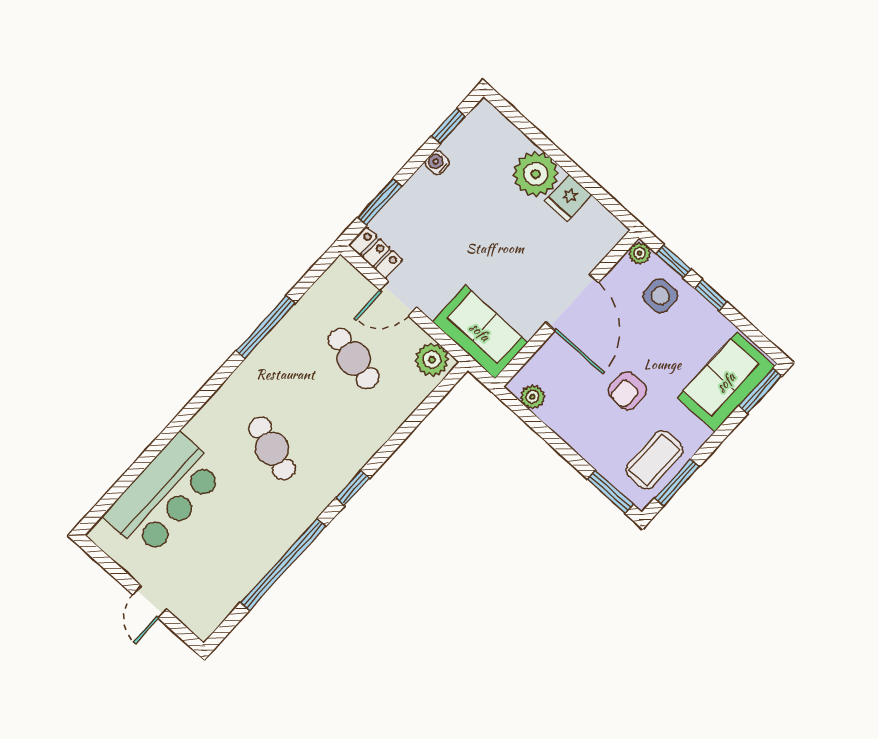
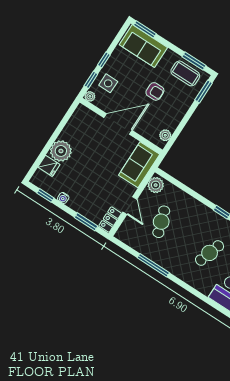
fridge: (568, 198) -> (49, 166), moved
cafe table: (354, 359) -> (161, 222), turned -30

